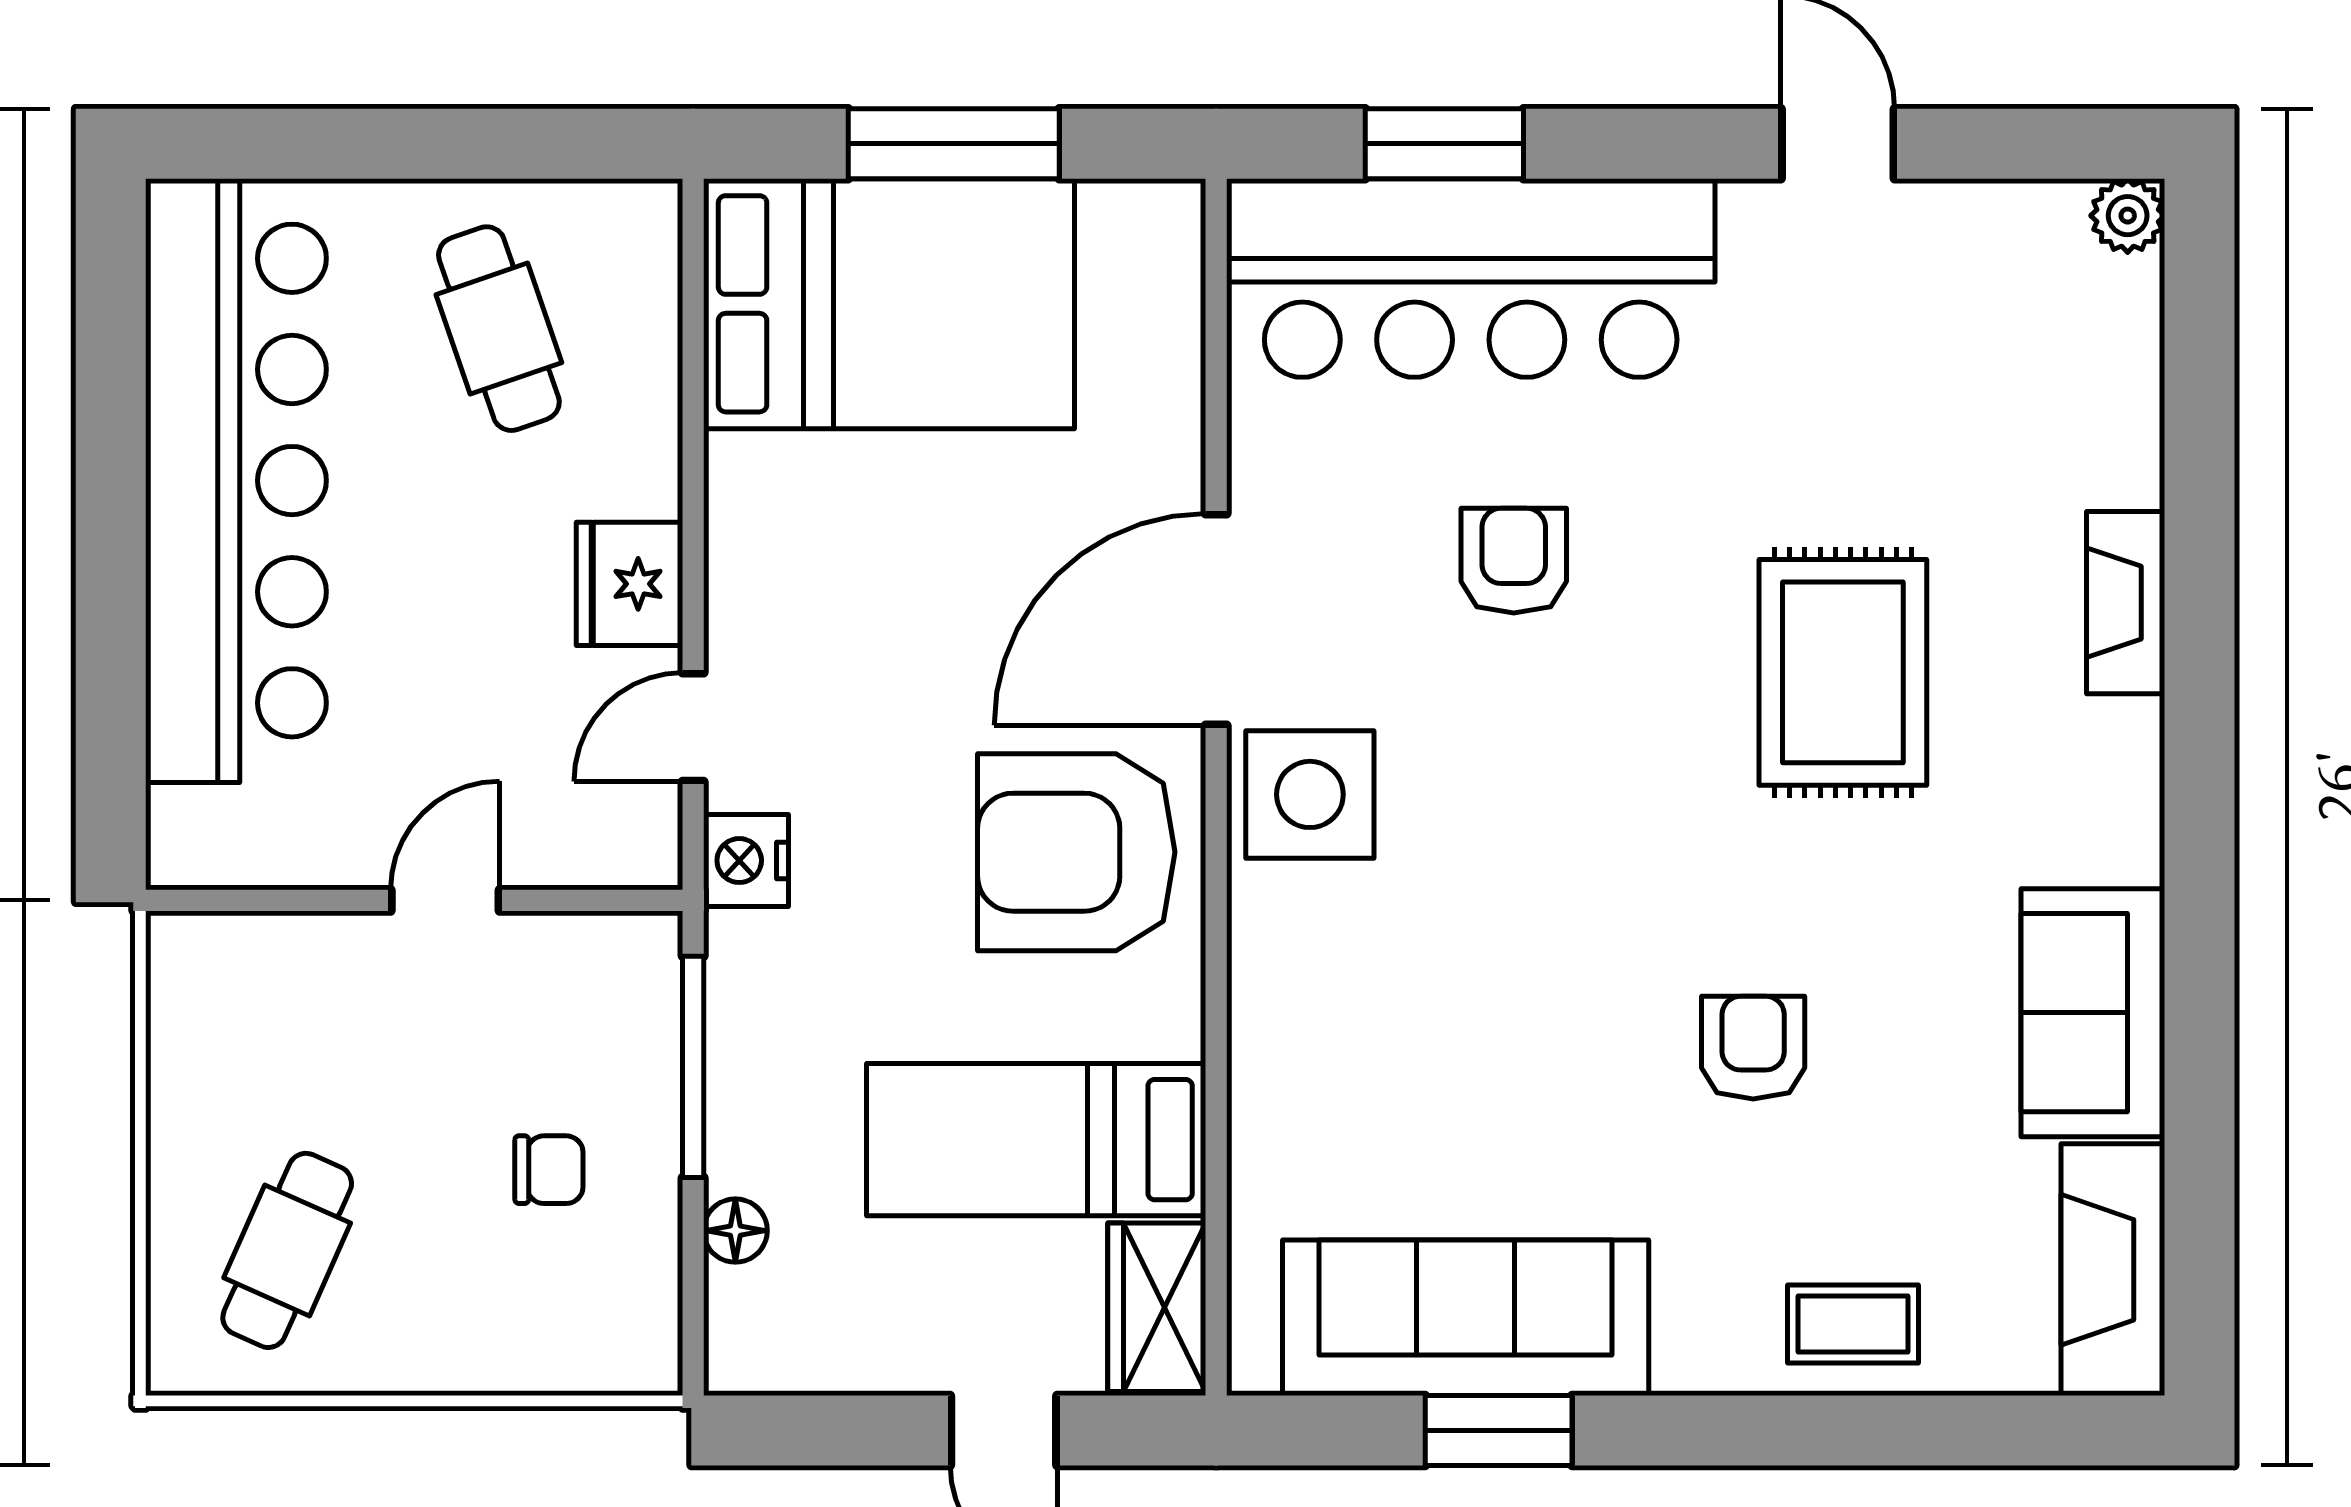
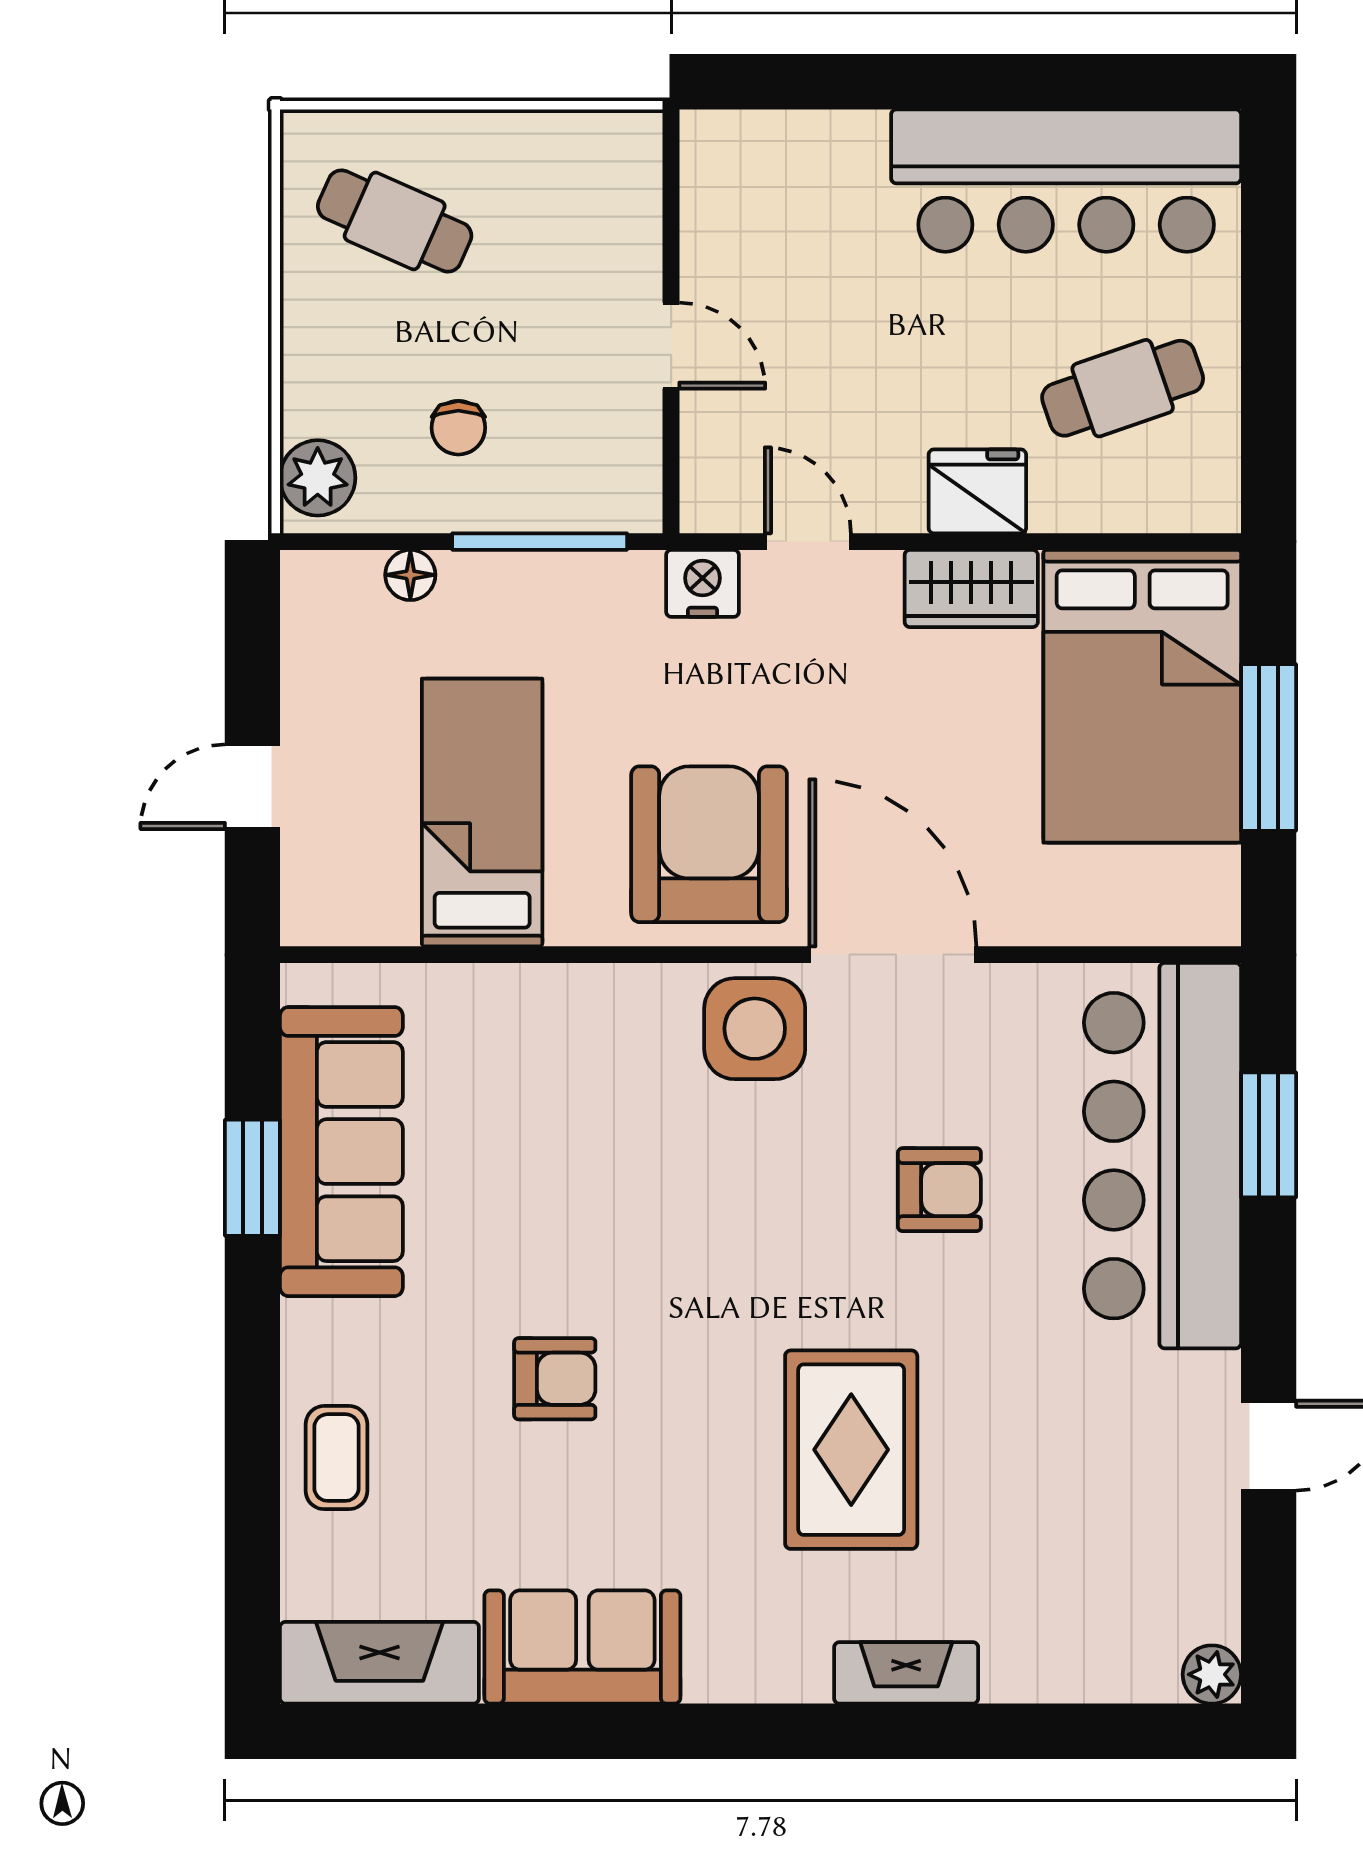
bar counter: (236, 481) -> (1066, 181), width x0.73
fridge: (630, 584) -> (977, 491), moved
rug: (1843, 672) -> (851, 1450), turned 90
wardrobe: (1157, 1307) -> (971, 589), moved, turned 180
plant: (612, 1348) -> (318, 478), added

